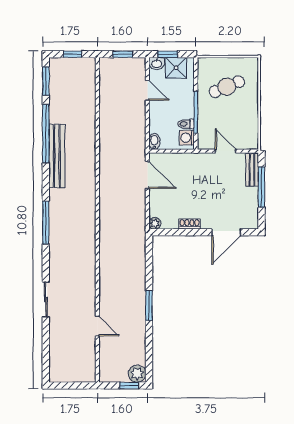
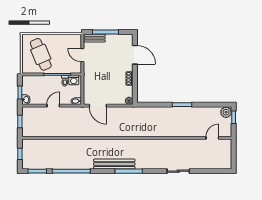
shower: (176, 68) -> (29, 87), removed
cafe table: (227, 87) -> (41, 54), width x1.37, depth x1.35
door: (147, 90) -> (53, 106), moved
door: (226, 151) -> (82, 55), hinge flipped
bench: (57, 156) -> (114, 164), moved
door: (147, 175) -> (98, 106), swing flipped
door: (97, 326) -> (212, 138), moved

